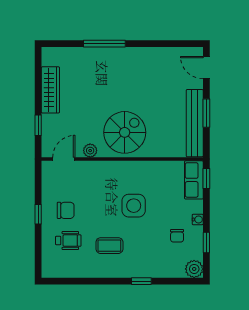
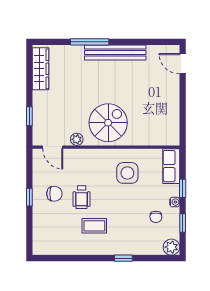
wardrobe: (50, 90) -> (41, 69), moved
window: (206, 113) -> (183, 105), removed
bench: (195, 123) -> (115, 53), moved, turned 90
door: (64, 159) -> (53, 147), swing flipped
window: (206, 178) -> (183, 188), moved
side table: (134, 206) -> (127, 173), moved
wheelchair: (68, 241) -> (82, 197), moved, turned 90

